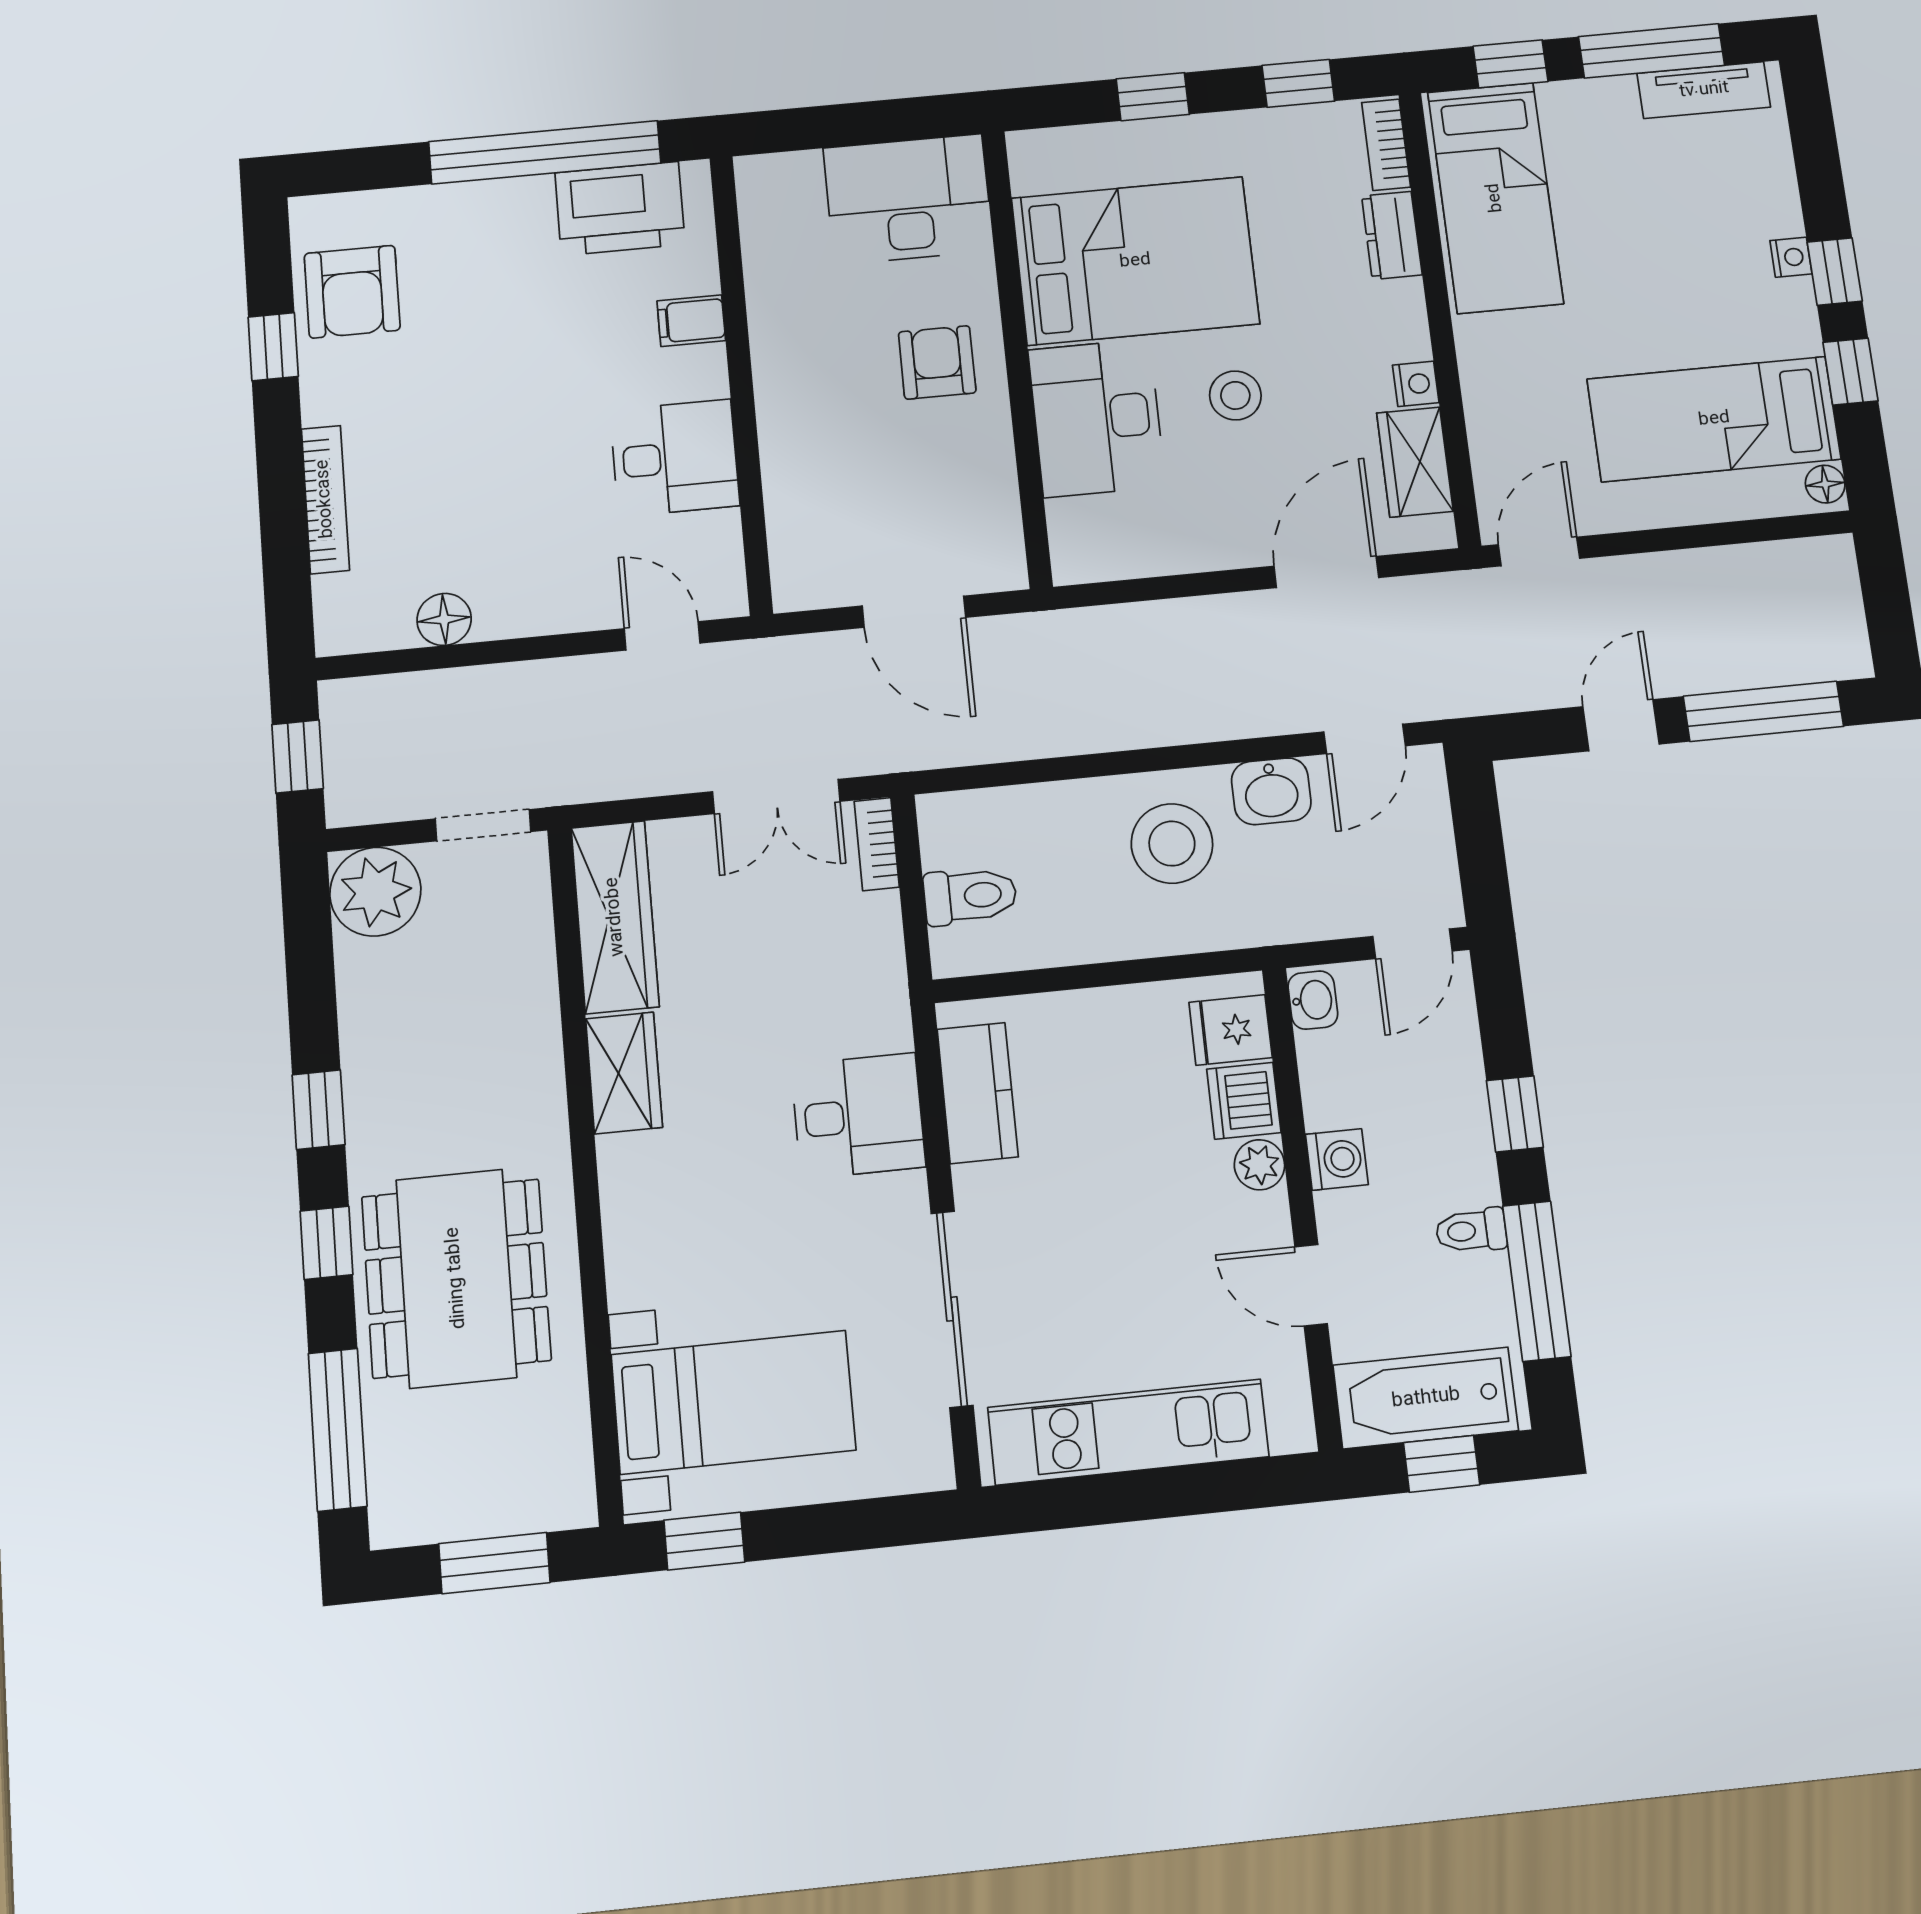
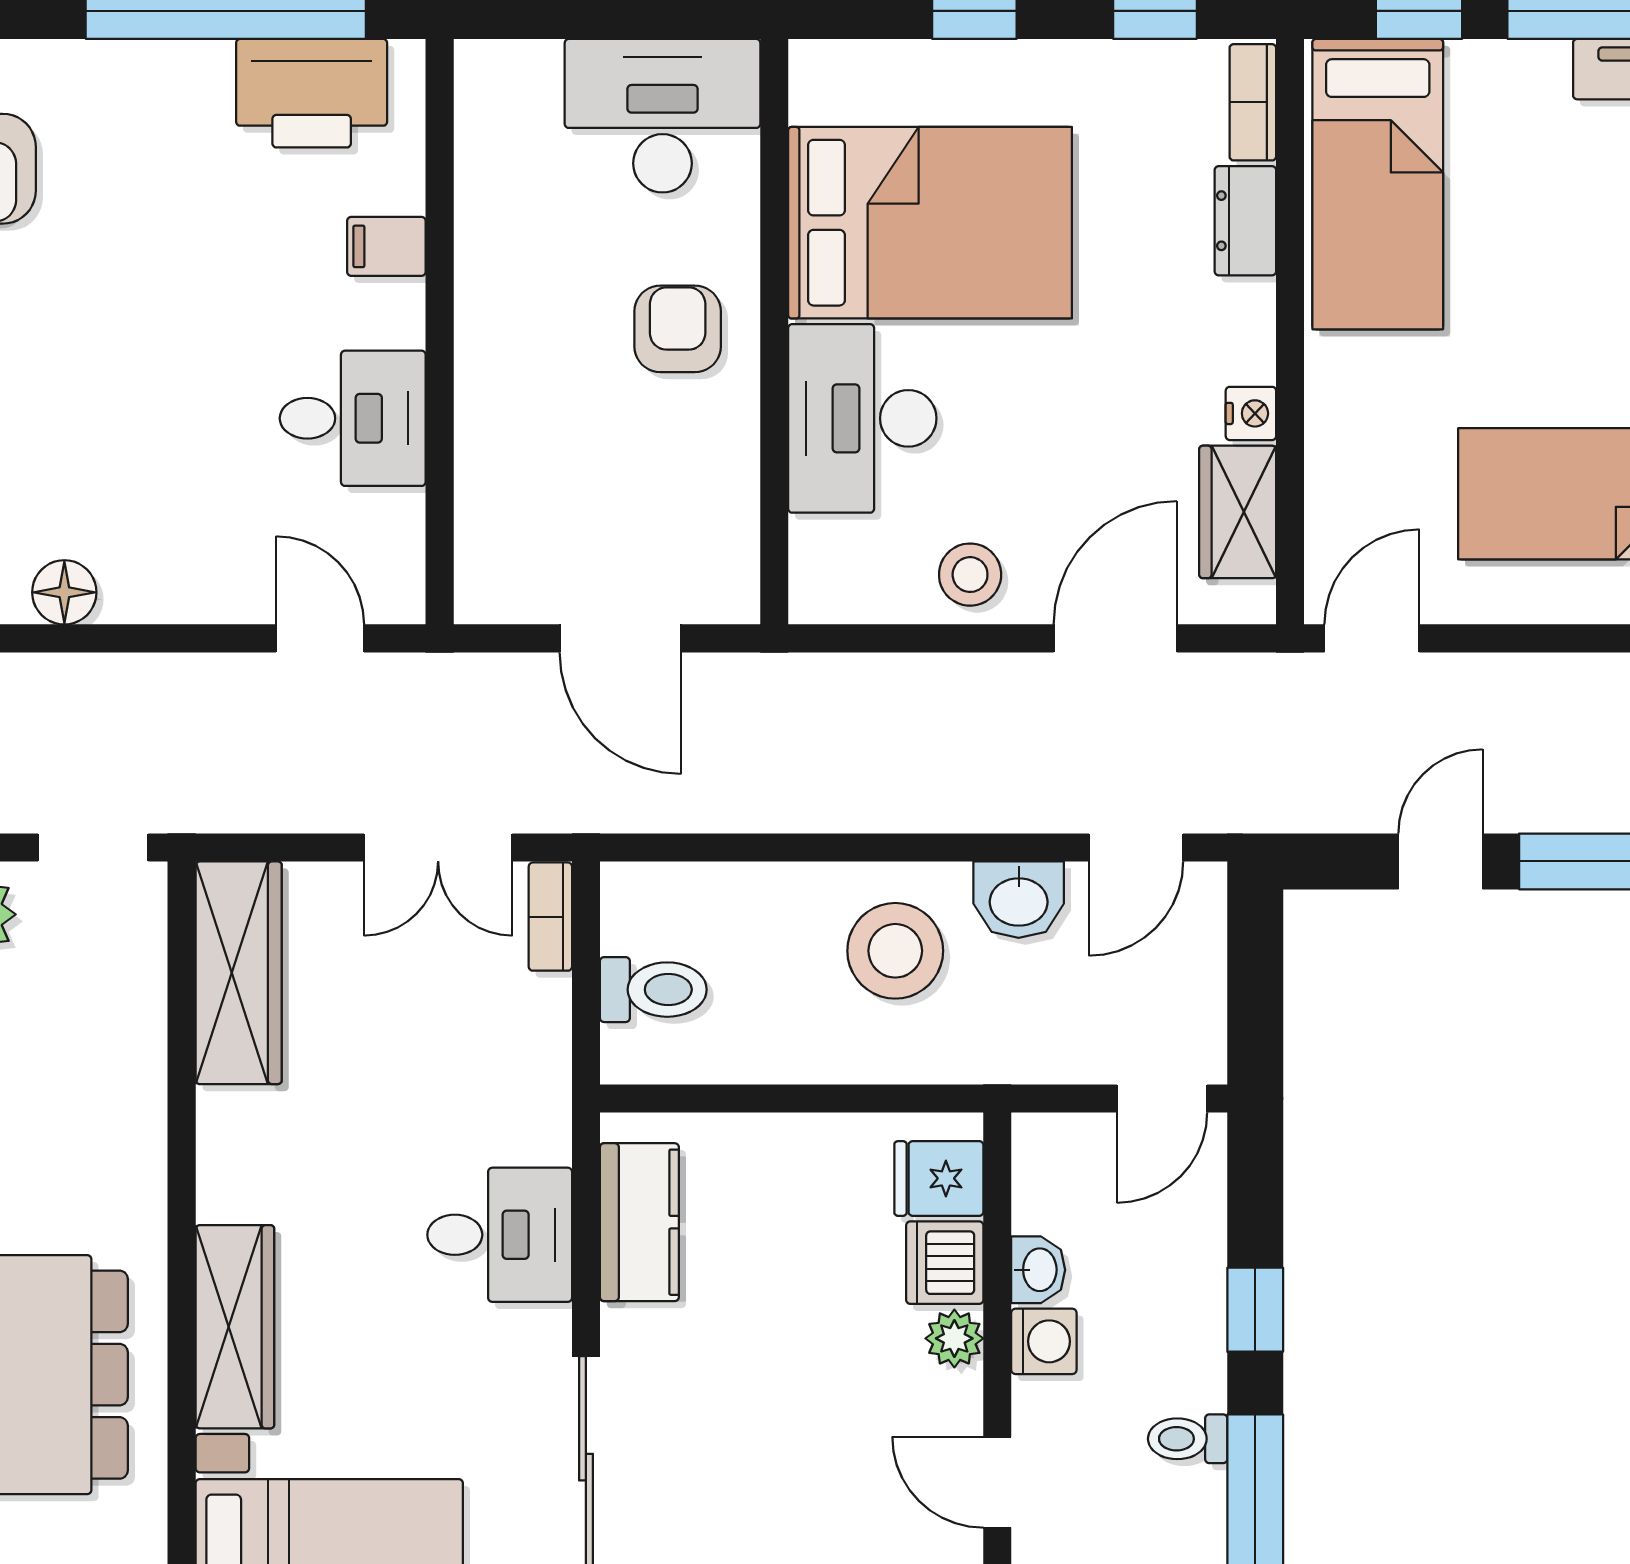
stool: (1235, 395) -> (970, 575), moved
washbasin: (1313, 1000) -> (1038, 1270), moved
wardrobe: (624, 1073) -> (235, 1327), moved, width x1.50

